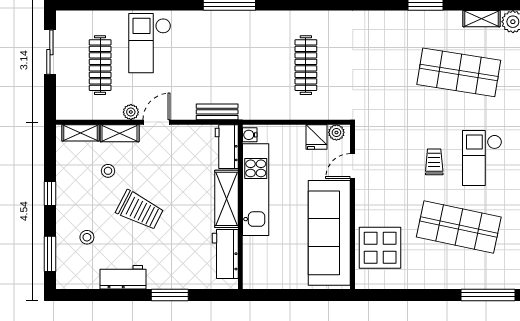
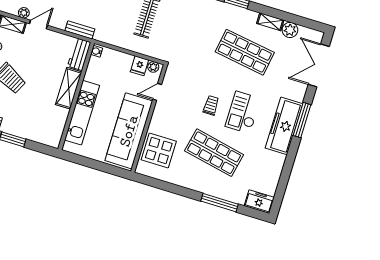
kitchen unit: (256, 190) -> (82, 113), moved
workbench: (225, 254) -> (57, 124), removed

